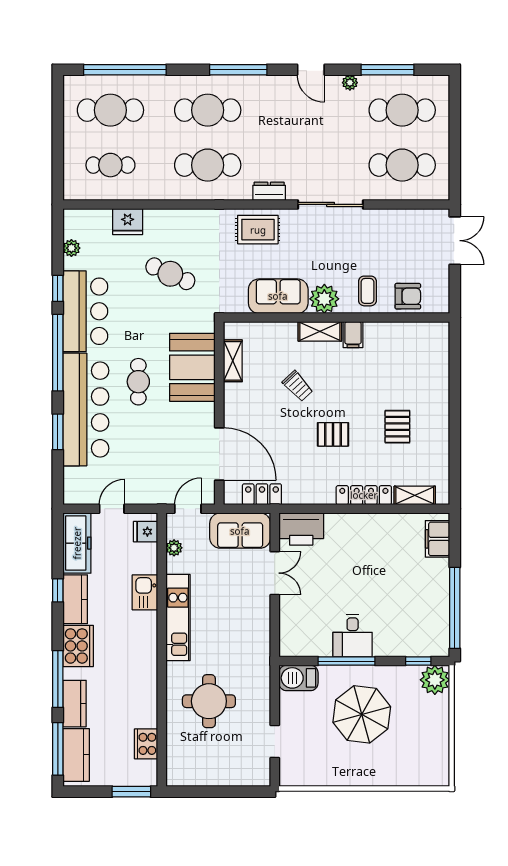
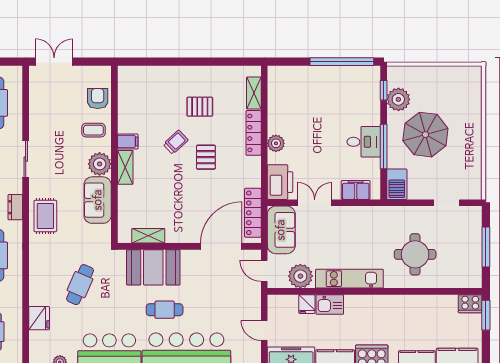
sliding door: (331, 204) -> (26, 159), width x0.73
trolley: (298, 386) -> (176, 142), moved
locker: (262, 494) -> (253, 213), width x1.53
plant: (351, 524) -> (276, 143), added
fridge: (145, 532) -> (307, 304), moved
filing cabinet: (437, 539) -> (356, 190), moved, turned 180
plant: (174, 548) -> (300, 276), width x1.88, depth x1.88
plant: (435, 680) -> (398, 99), moved
cooker: (146, 744) -> (470, 304), moved
window: (218, 792) -> (486, 247), added

